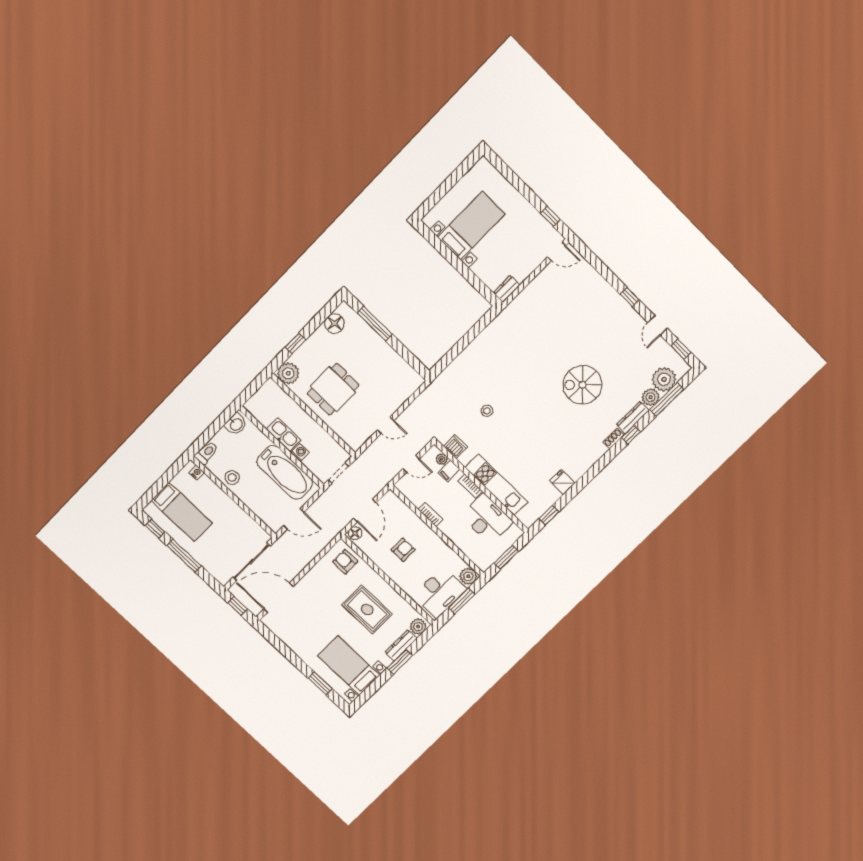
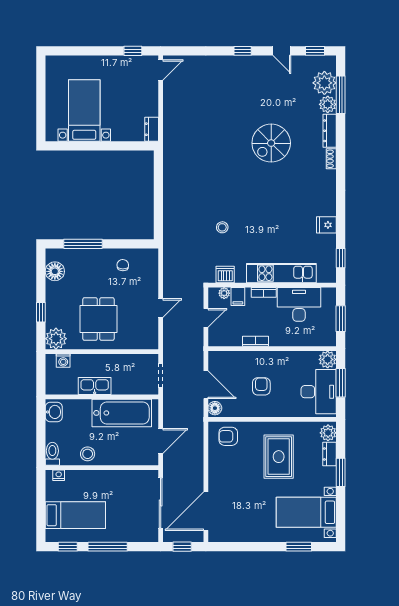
chair: (388, 368) -> (123, 265), added
window: (631, 434) -> (341, 144), removed
washing machine: (300, 453) -> (63, 361), moved, turned 180
rug: (367, 610) -> (279, 457), turned 90
dresser: (401, 645) -> (330, 454), width x0.70

